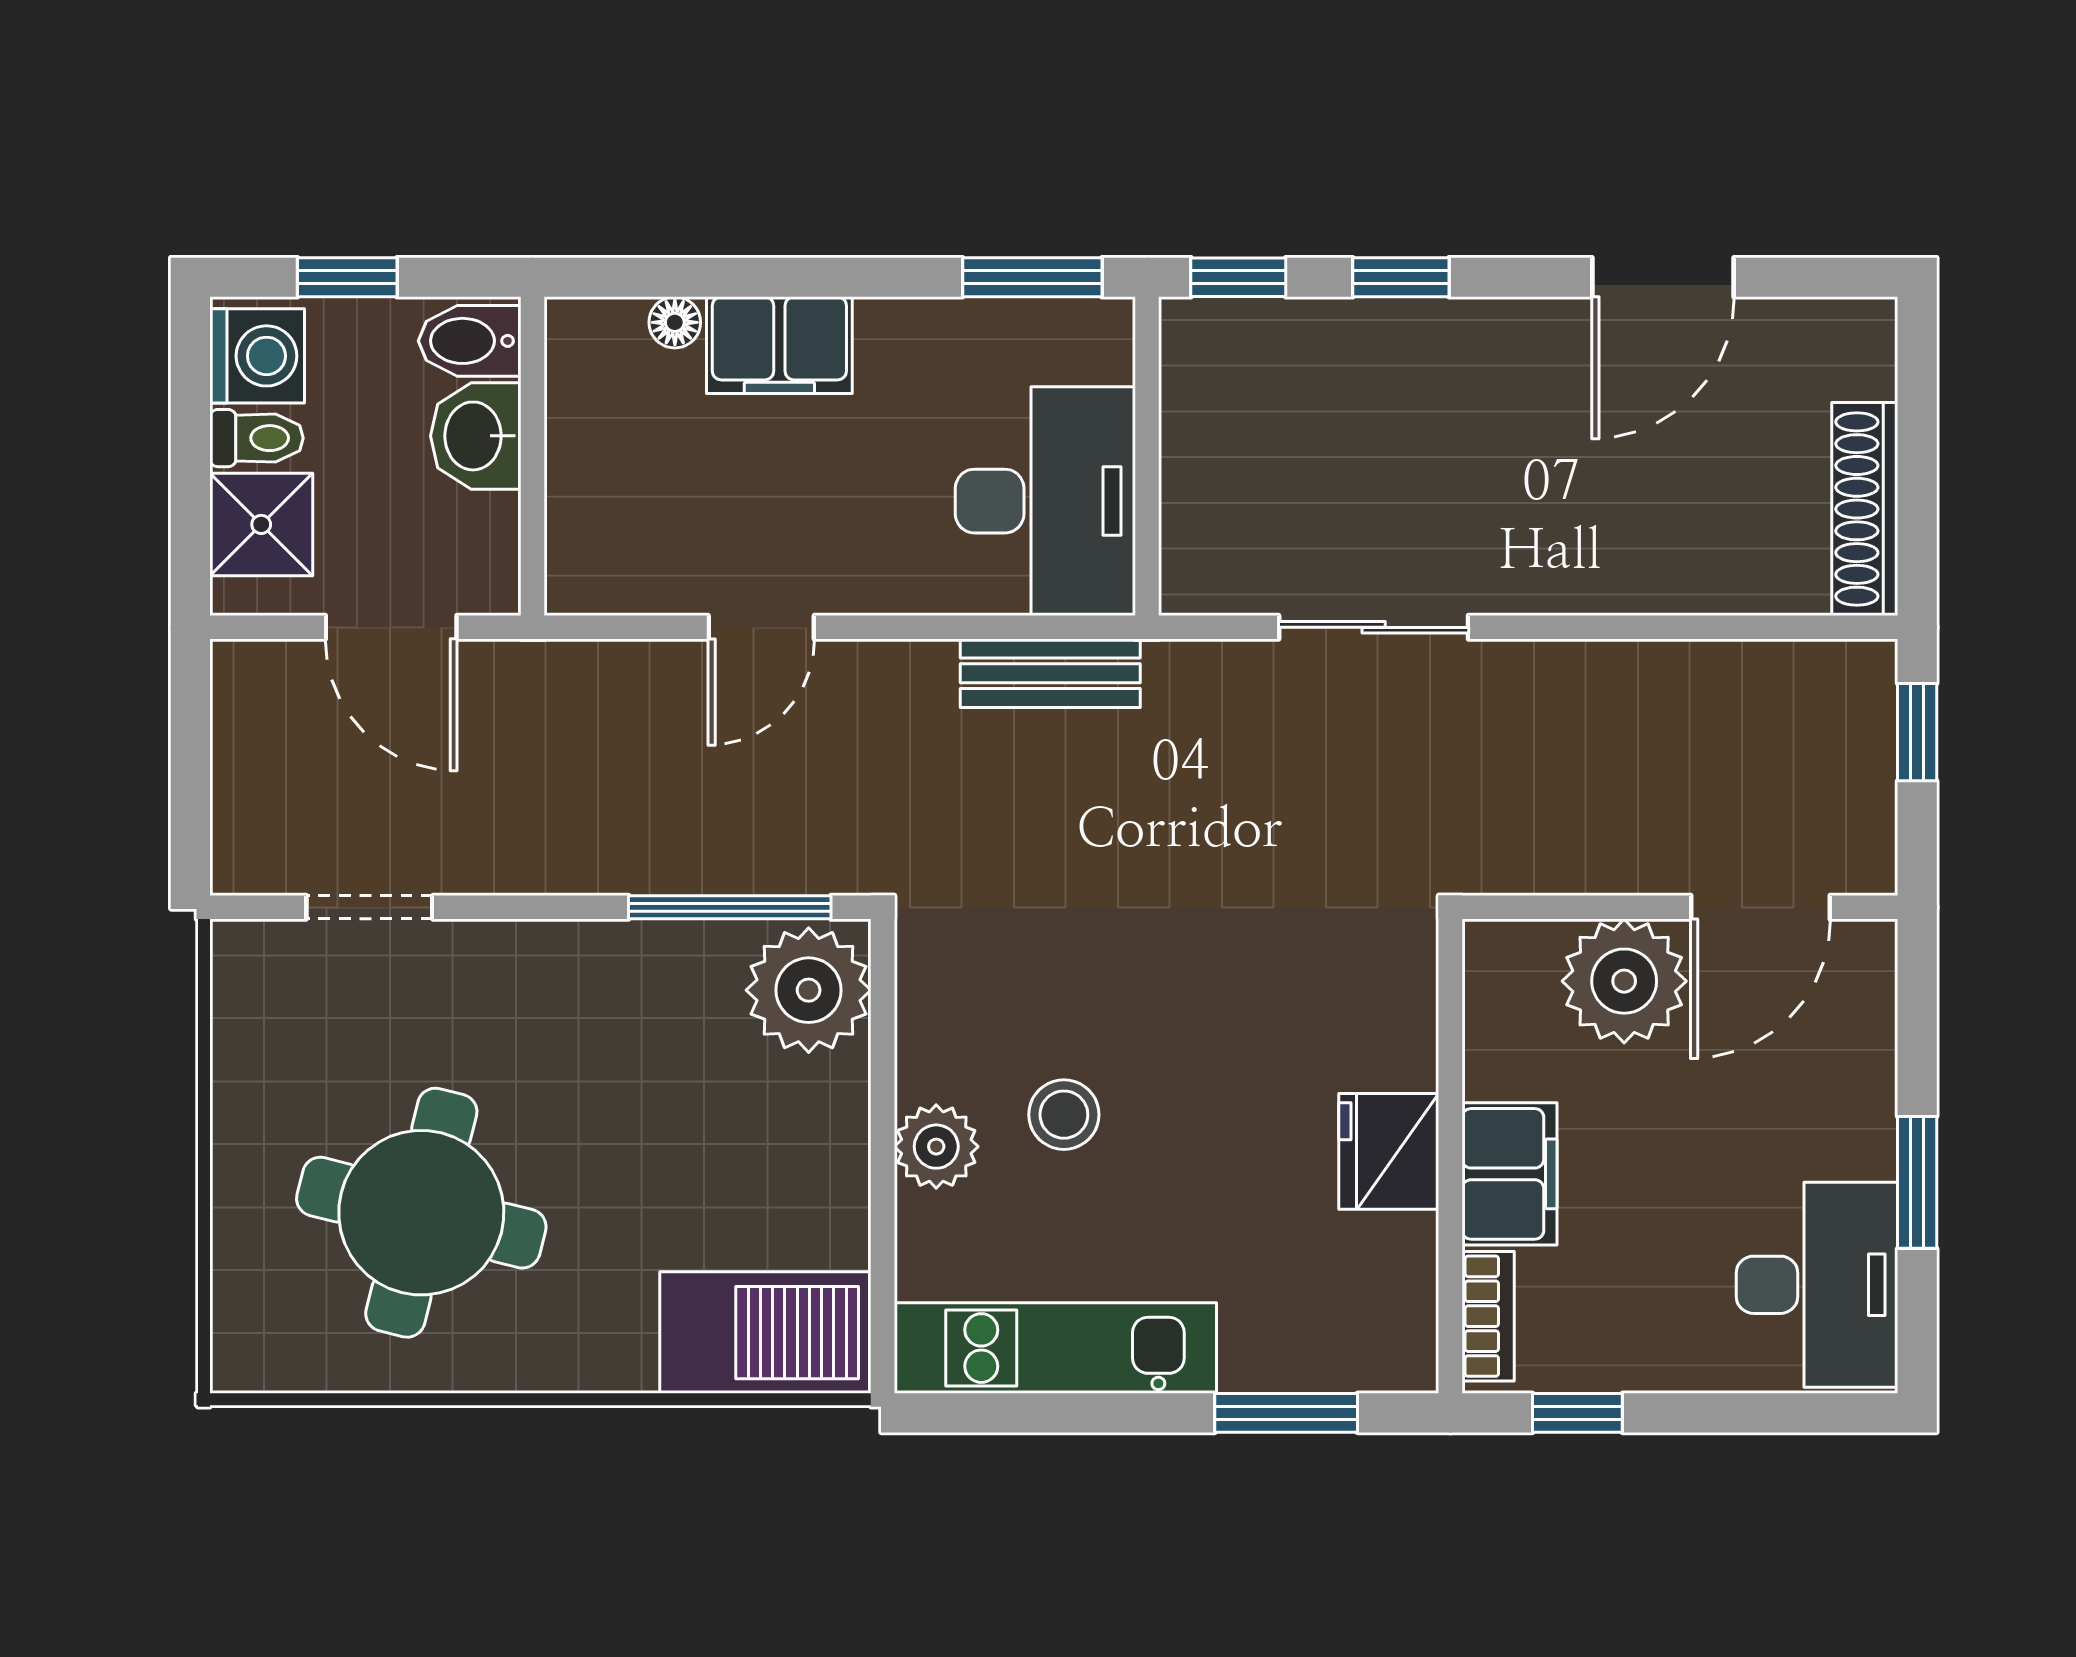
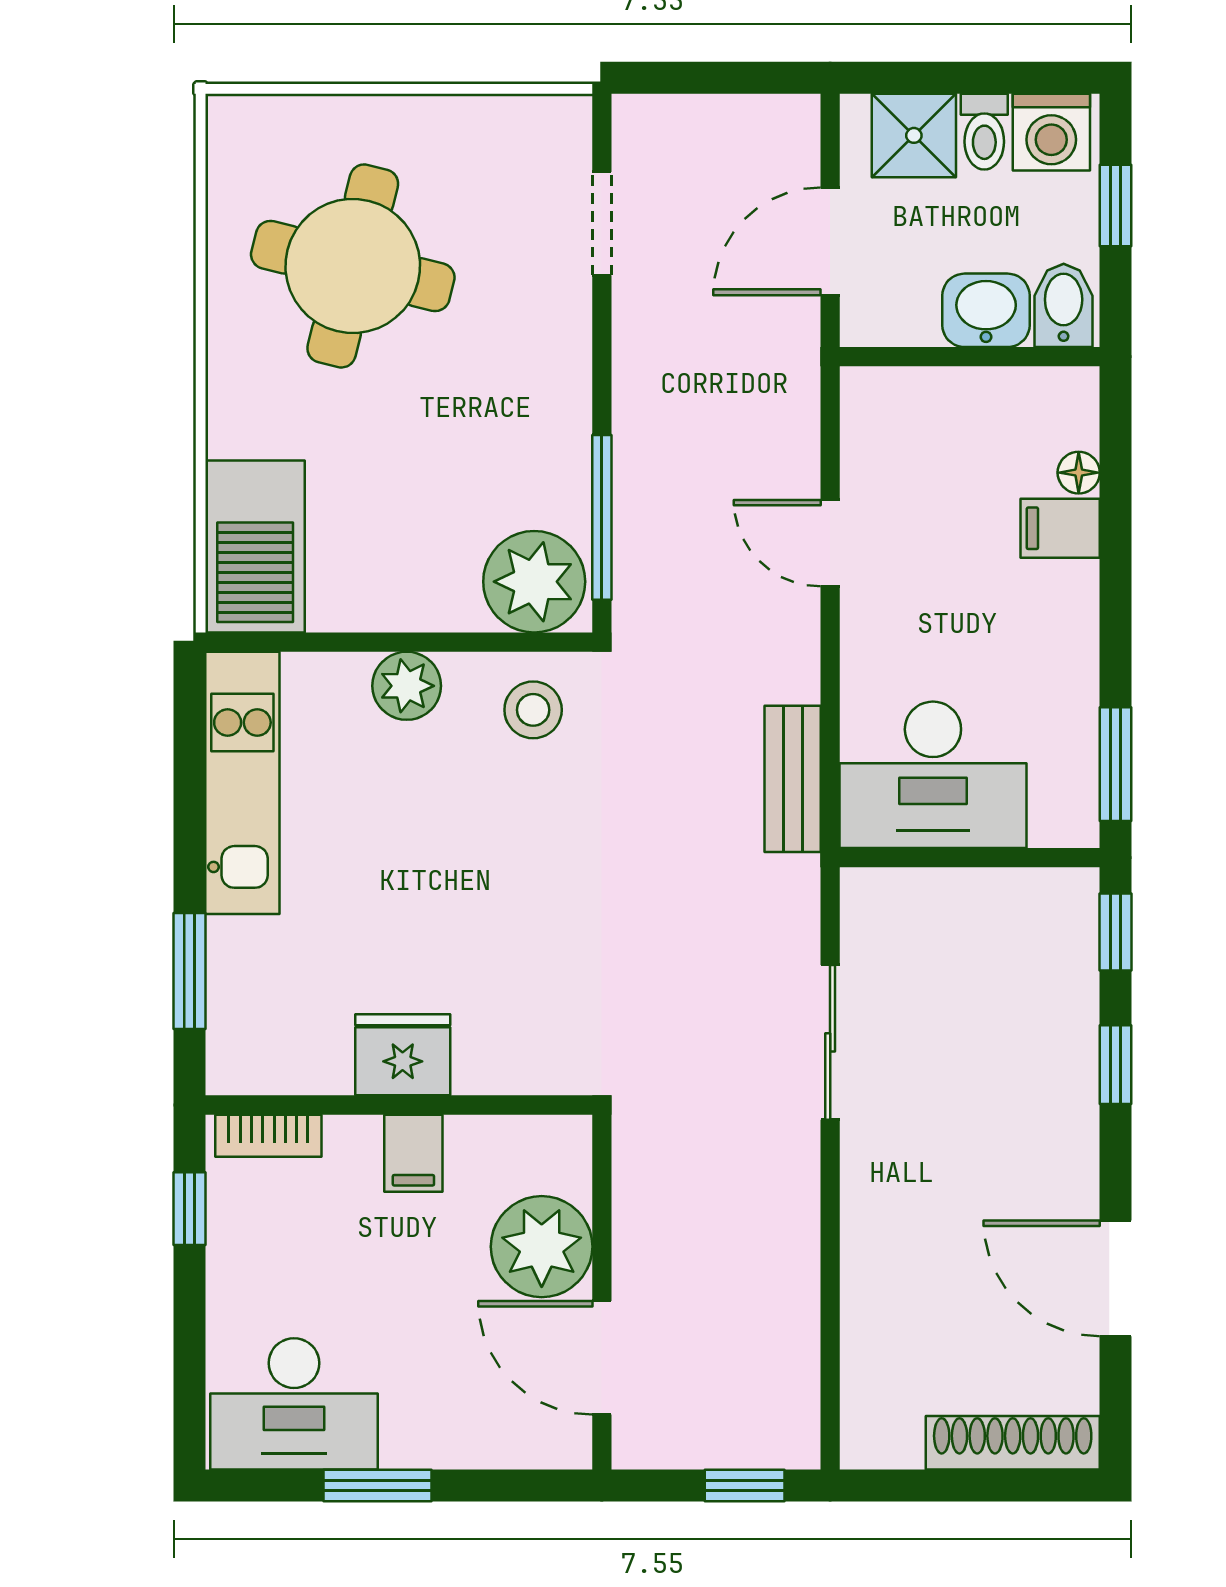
filing cabinet: (779, 345) -> (1060, 528), width x0.50
shoe rack: (1865, 509) -> (1013, 1443), moved
stool: (1064, 1115) -> (533, 710), moved
filing cabinet: (1510, 1174) -> (413, 1153), width x0.50

